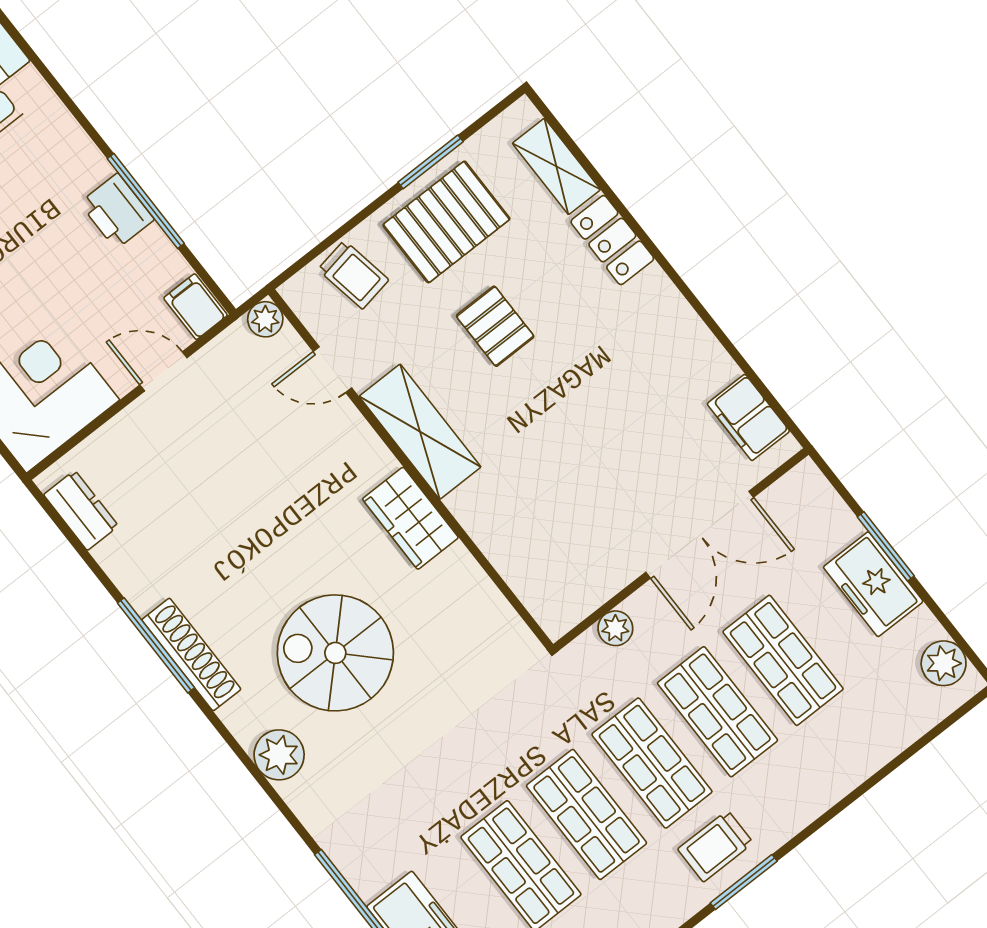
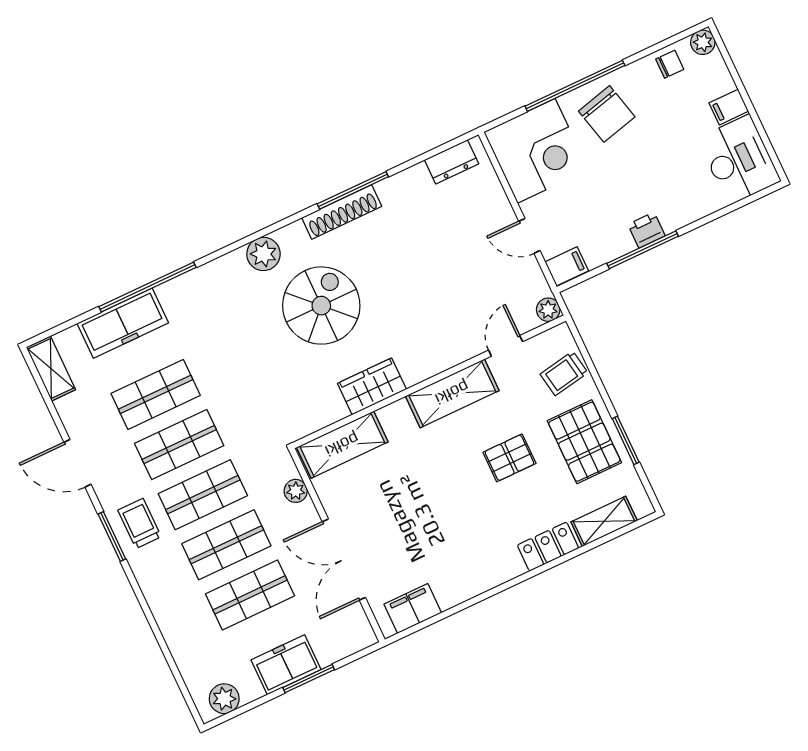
printer: (117, 211) -> (646, 230), width x0.73, depth x0.81
door: (163, 371) -> (529, 236), swing flipped
wardrobe: (410, 518) -> (372, 386), moved
shelving: (532, 575) -> (342, 445), added

